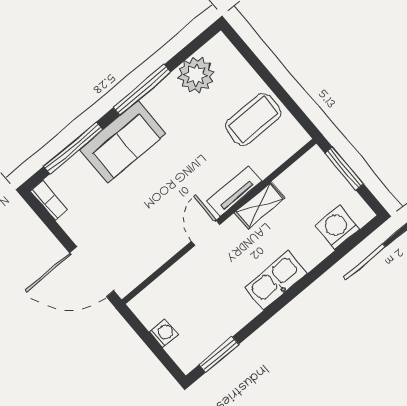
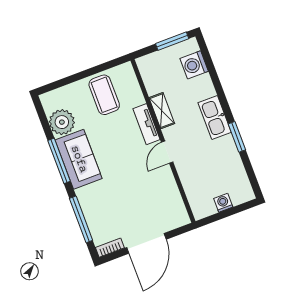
sofa: (123, 142) -> (79, 159), moved
window: (344, 169) -> (172, 41), moved
door: (206, 233) -> (167, 152), hinge flipped
door: (92, 272) -> (146, 243), moved
window: (219, 355) -> (237, 137), moved

